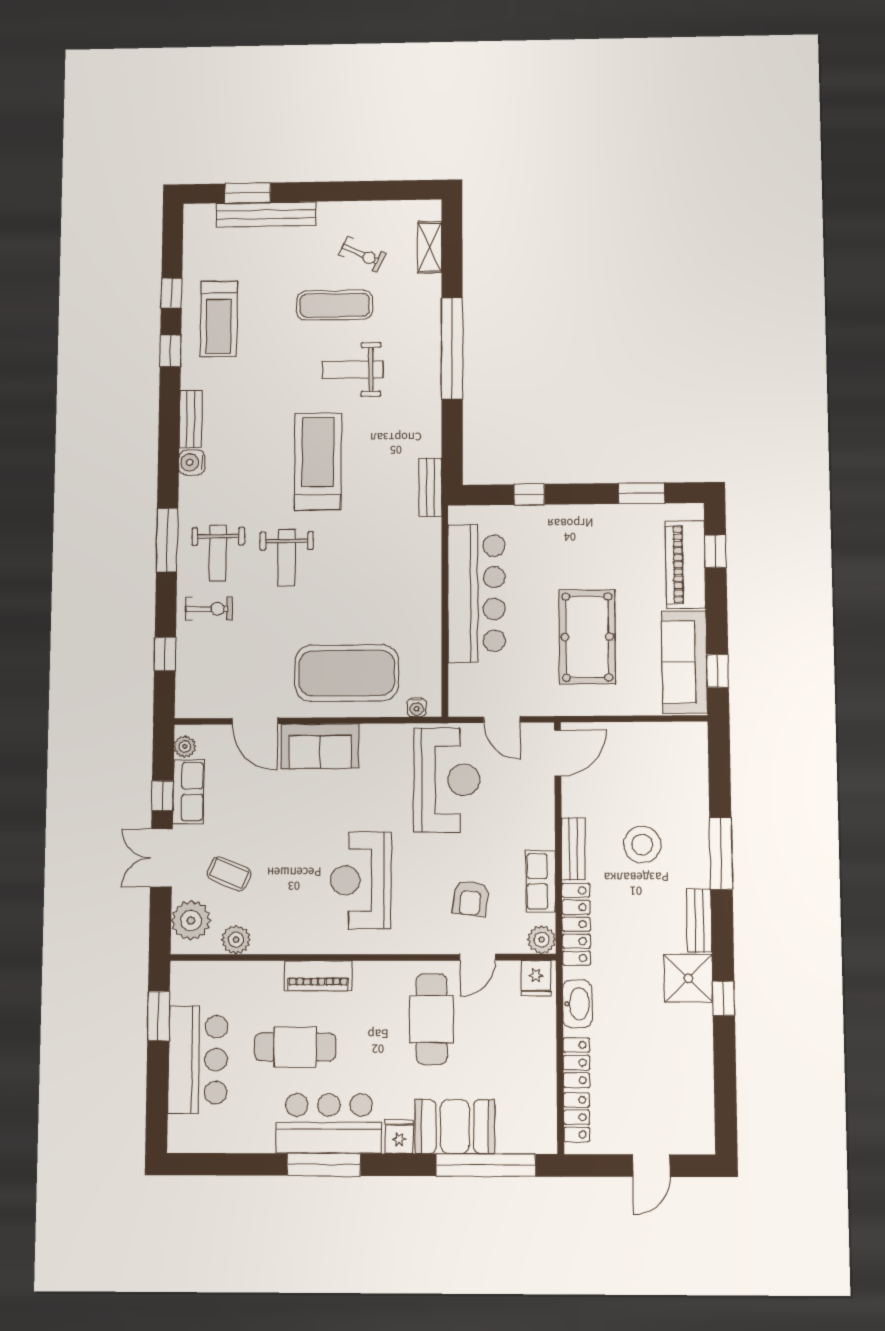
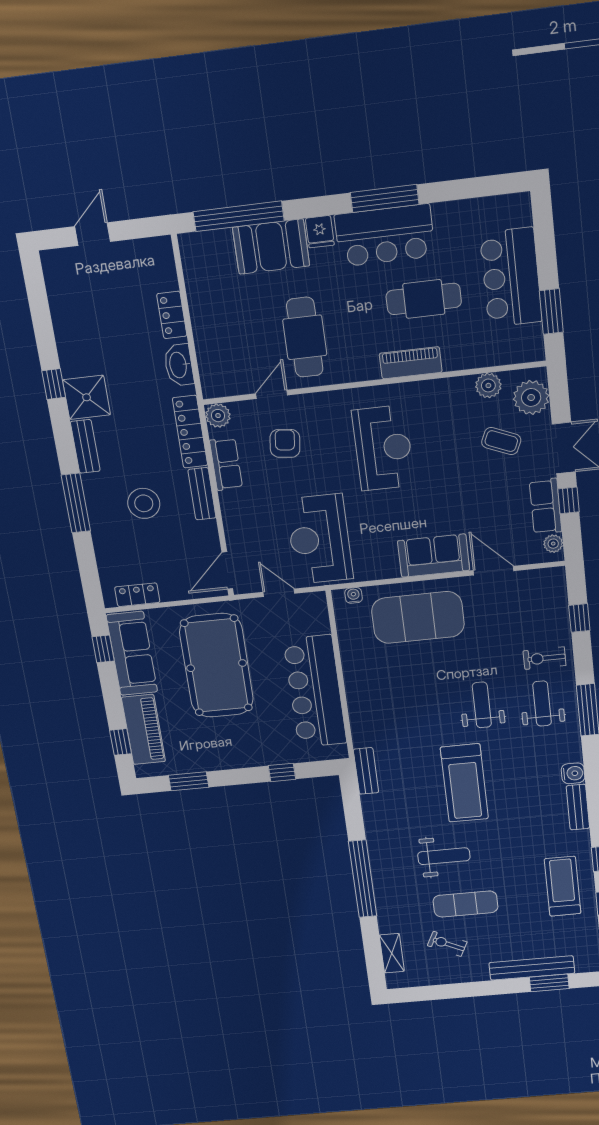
pool table: (587, 637) -> (216, 666), width x1.36, depth x1.32
fridge: (536, 978) -> (218, 382), removed
locker: (577, 1117) -> (137, 595), moved, turned 90

